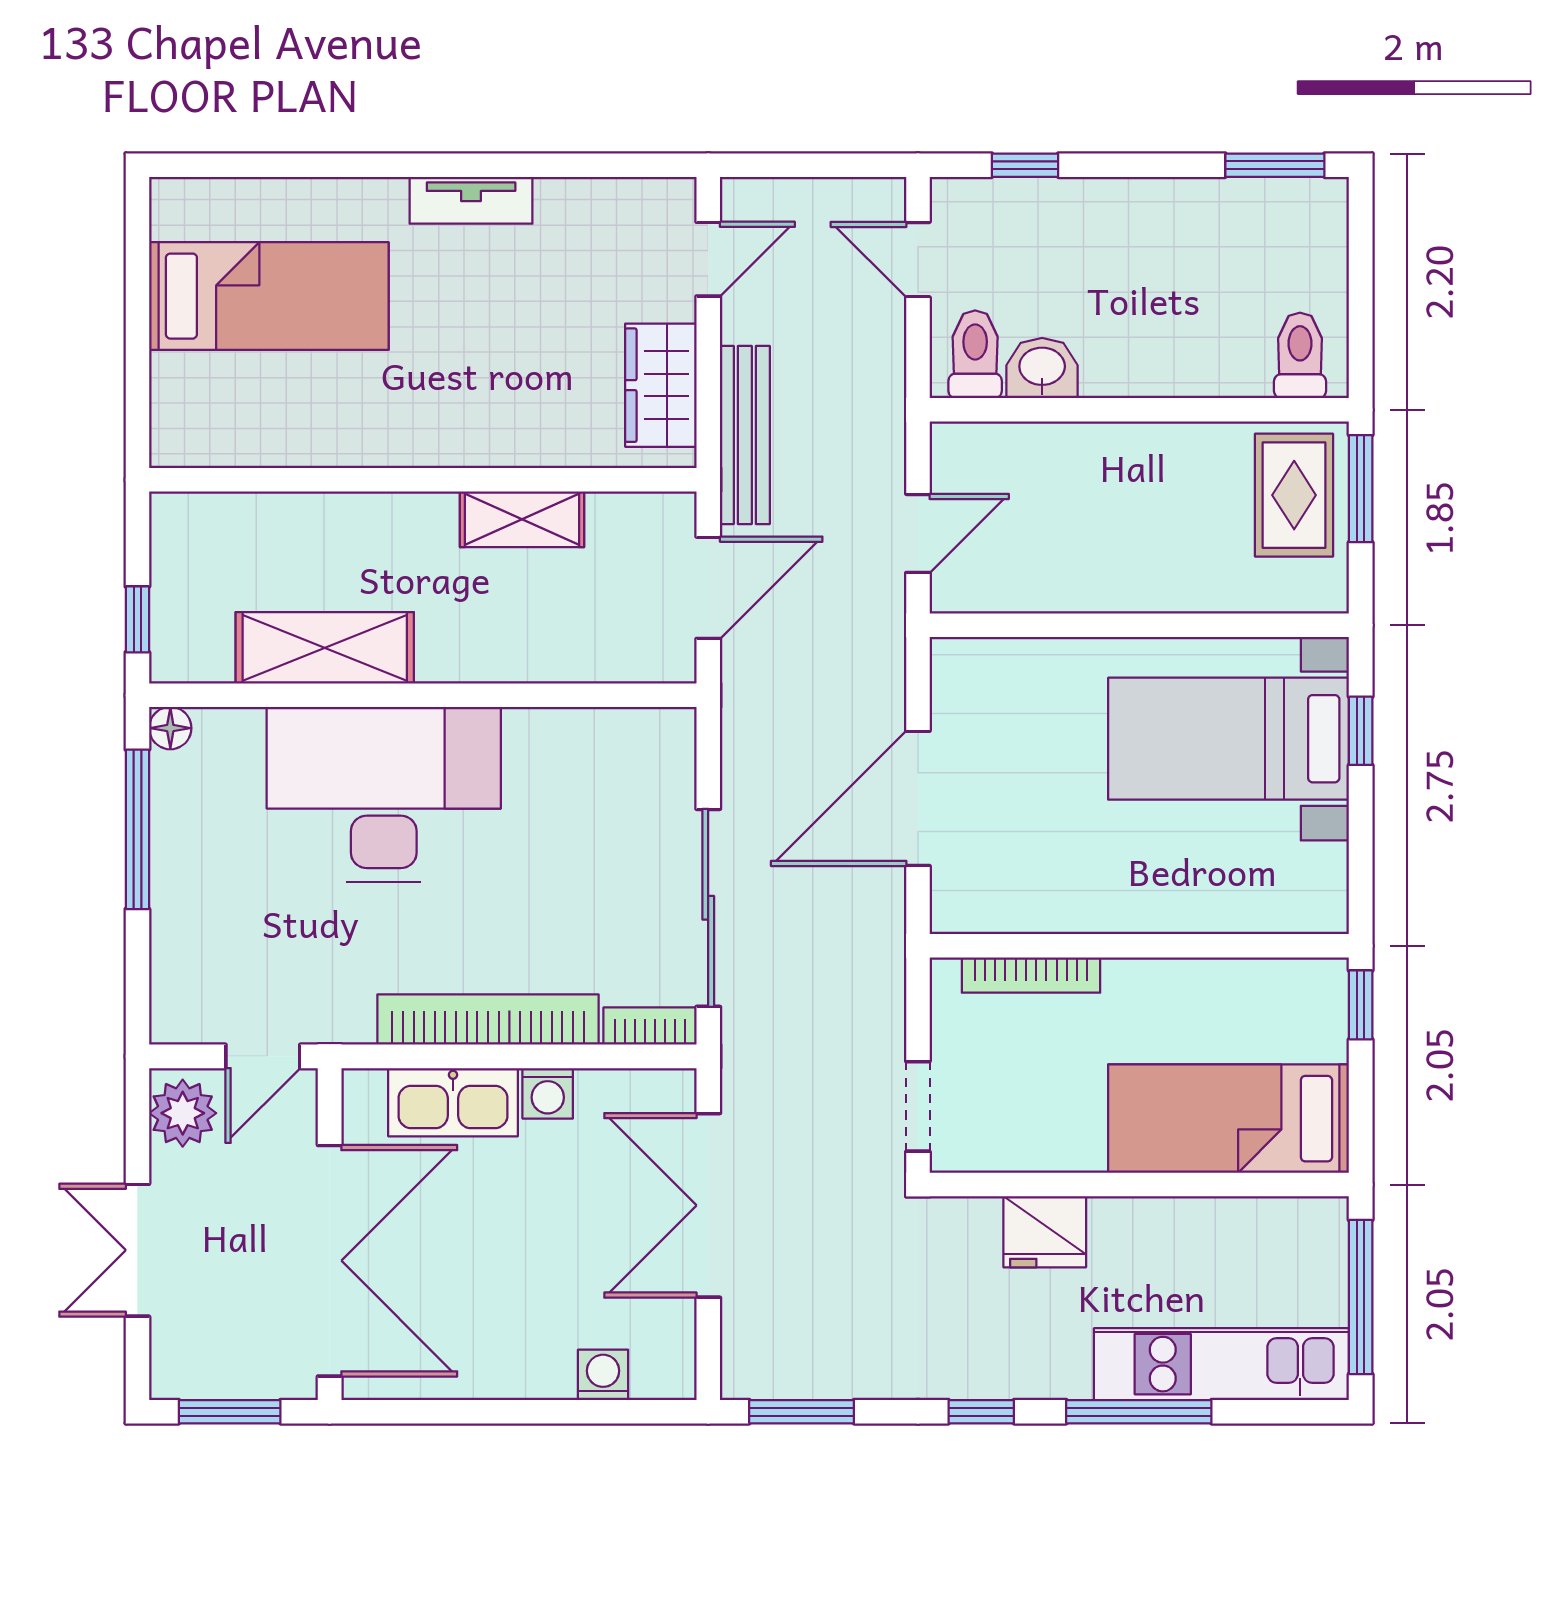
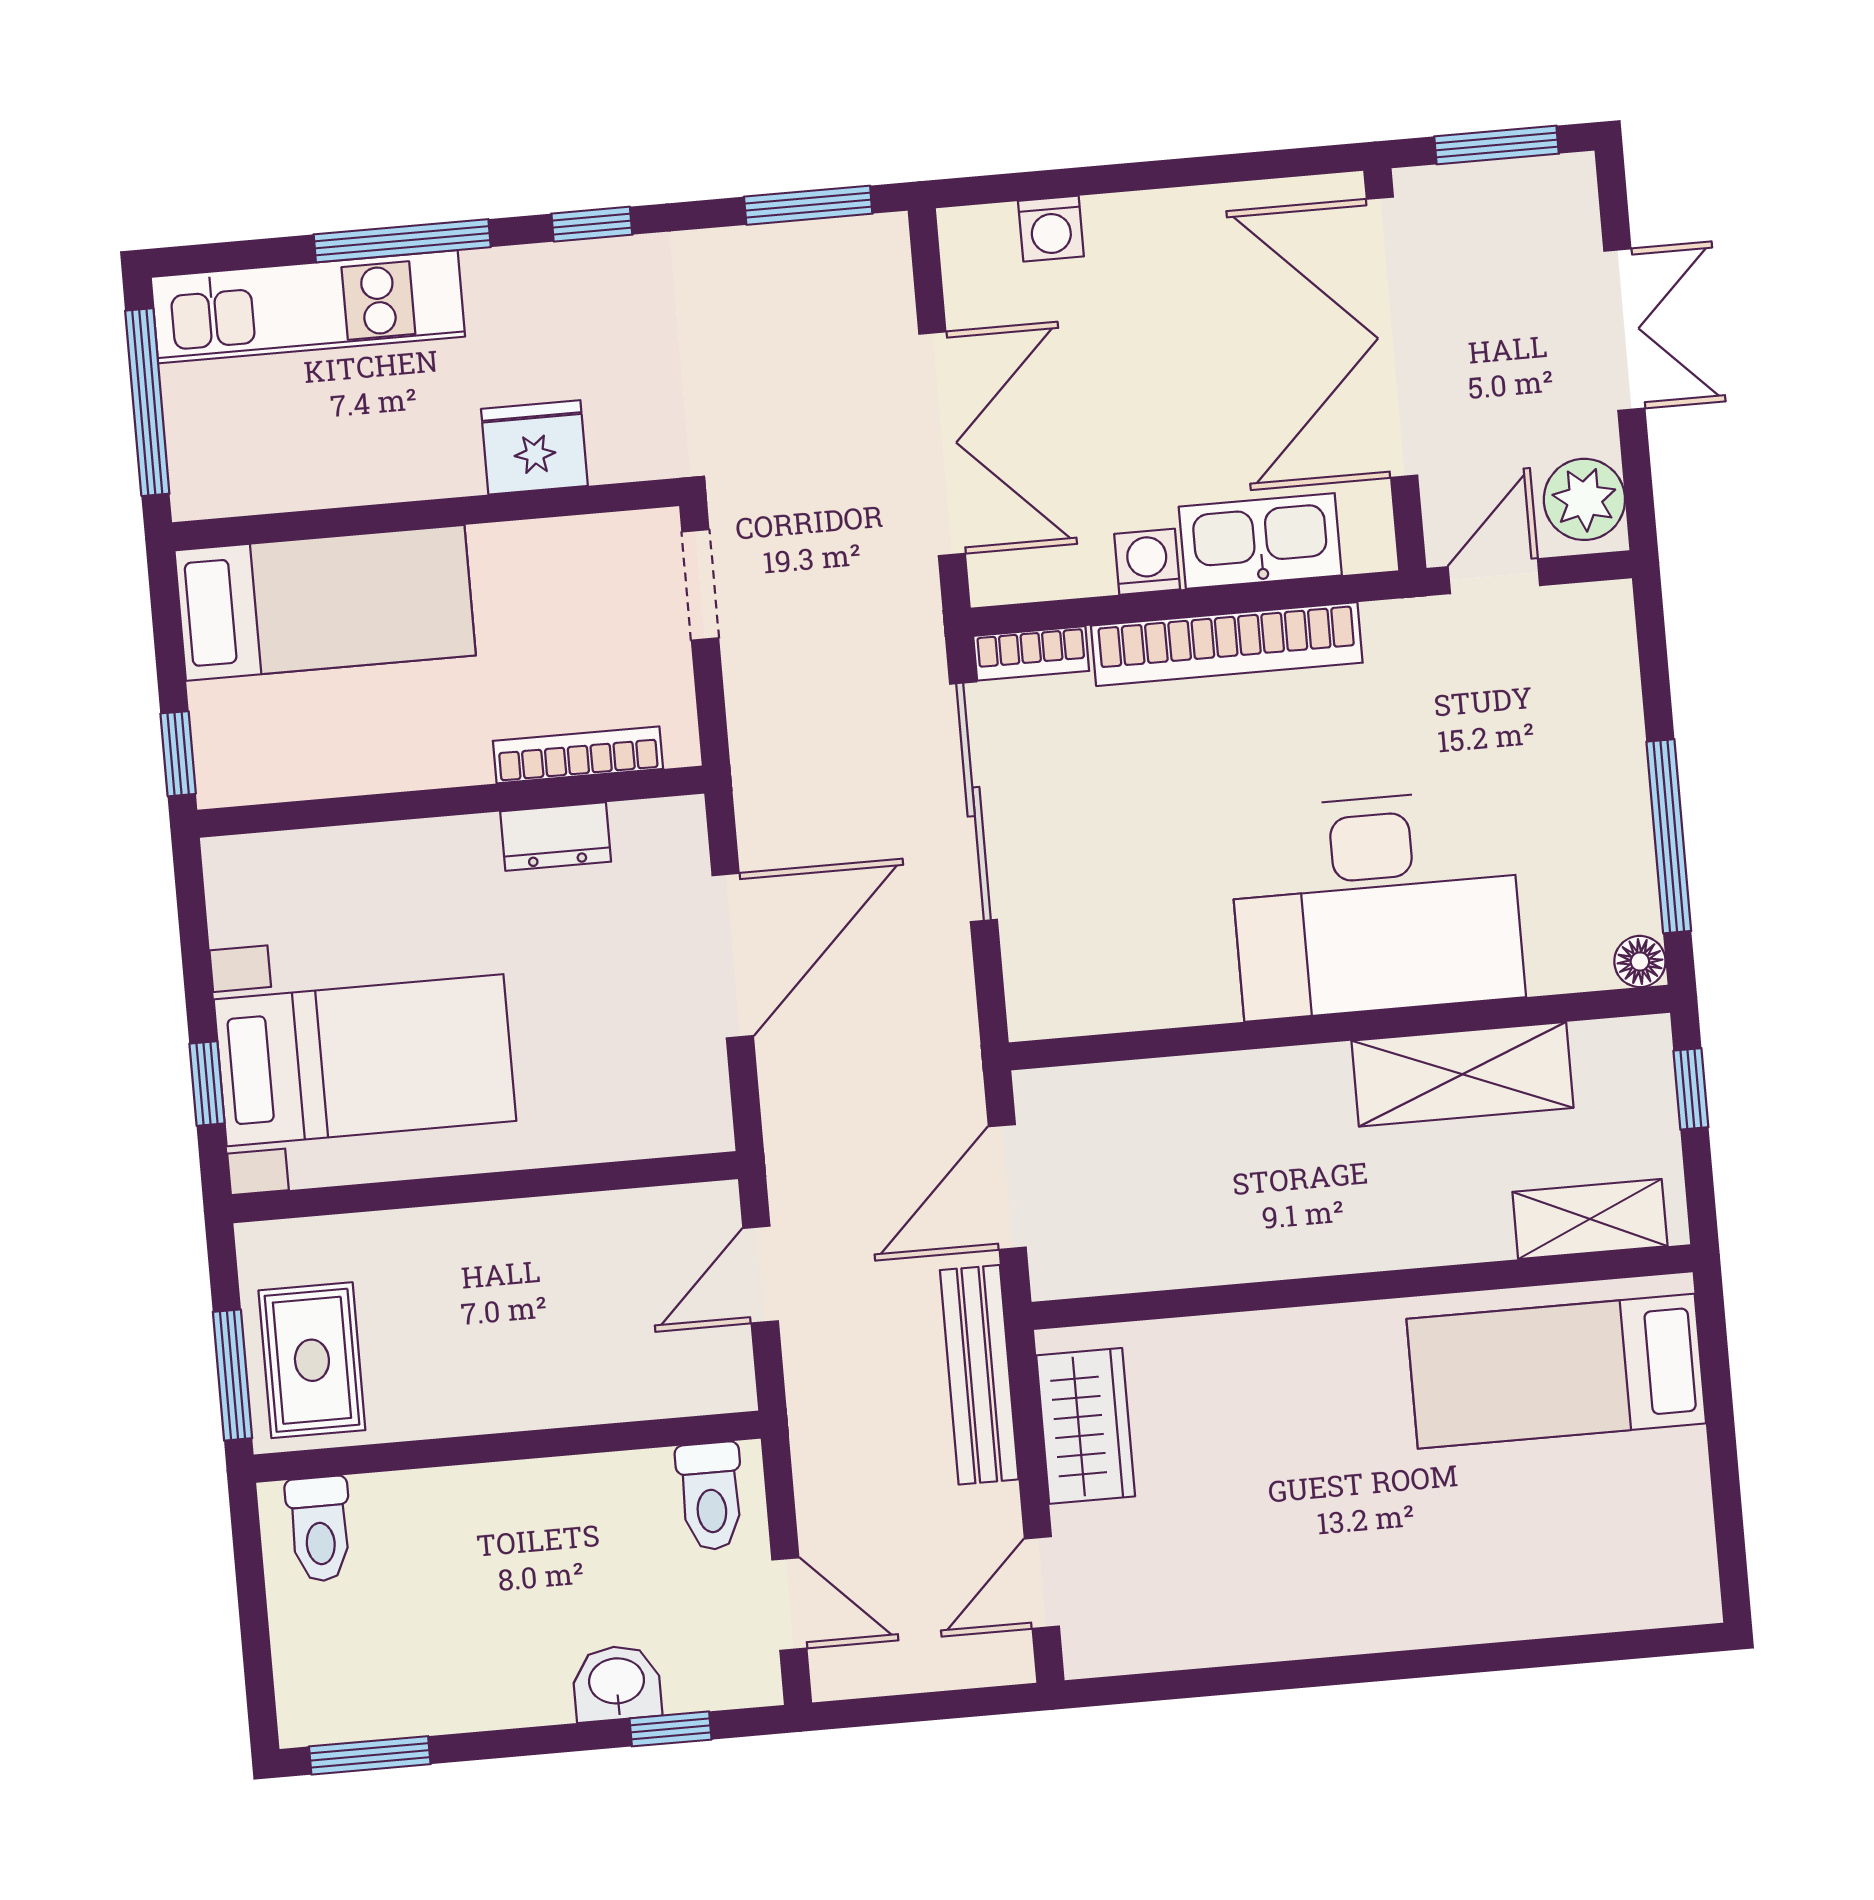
tv unit: (471, 200) -> (1334, 1628), removed
bed: (269, 296) -> (1556, 1371), moved
washbasin: (1042, 368) -> (617, 1683), moved, turned 180
shelving: (522, 519) -> (1590, 1219), moved
dresser: (1055, 909) -> (556, 837), added

